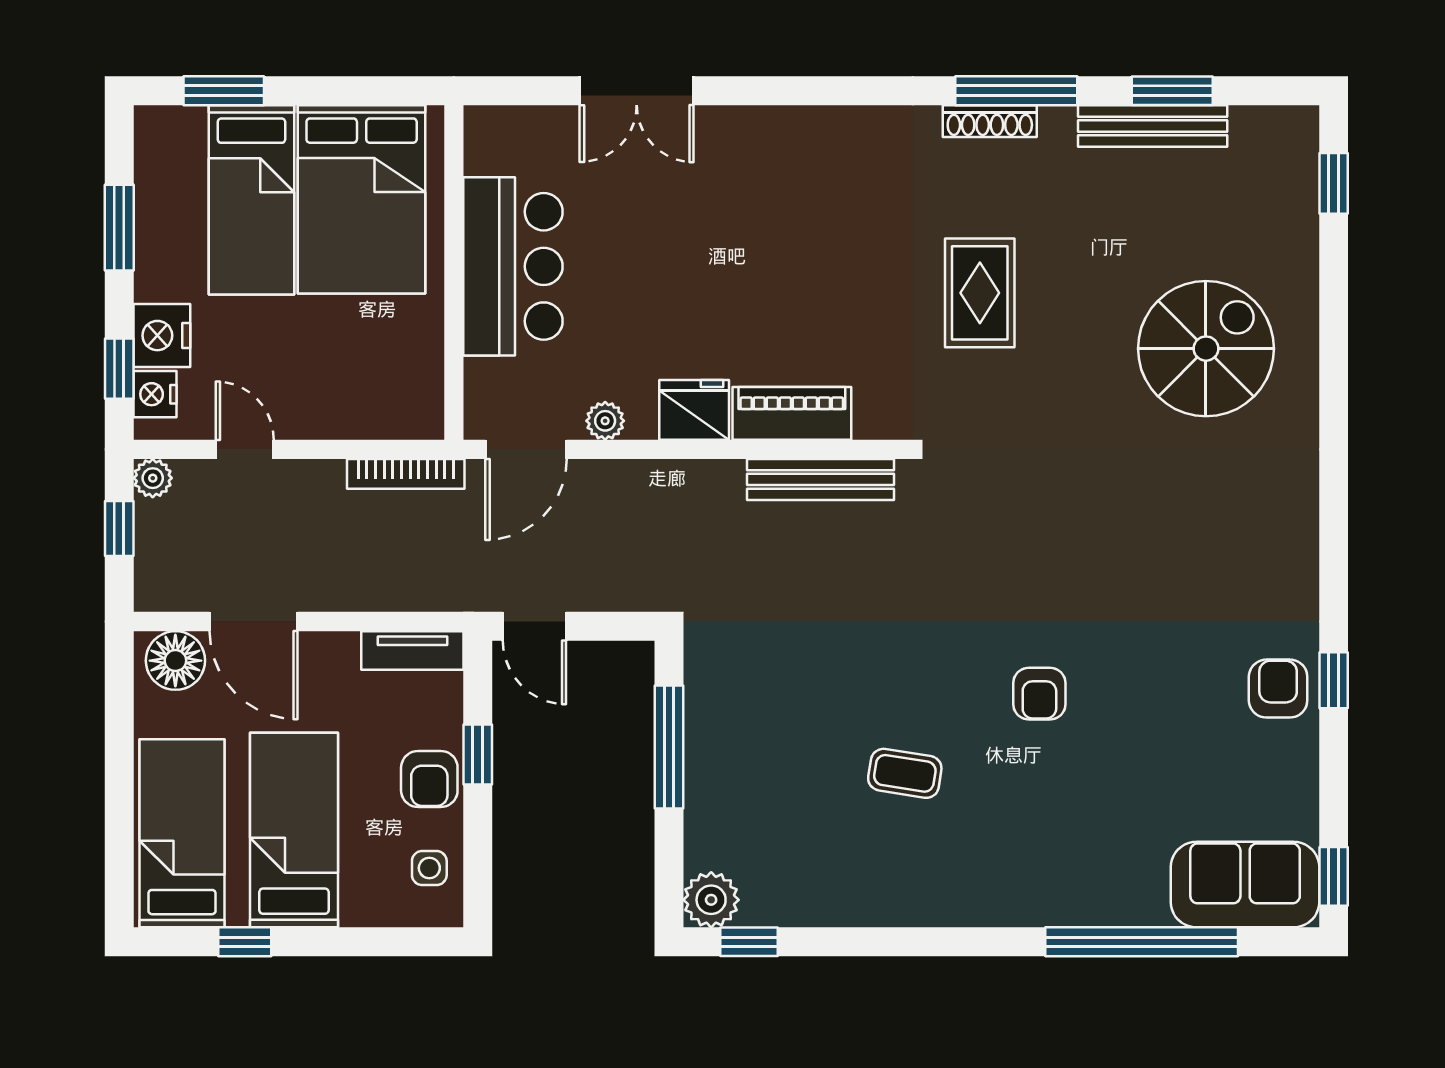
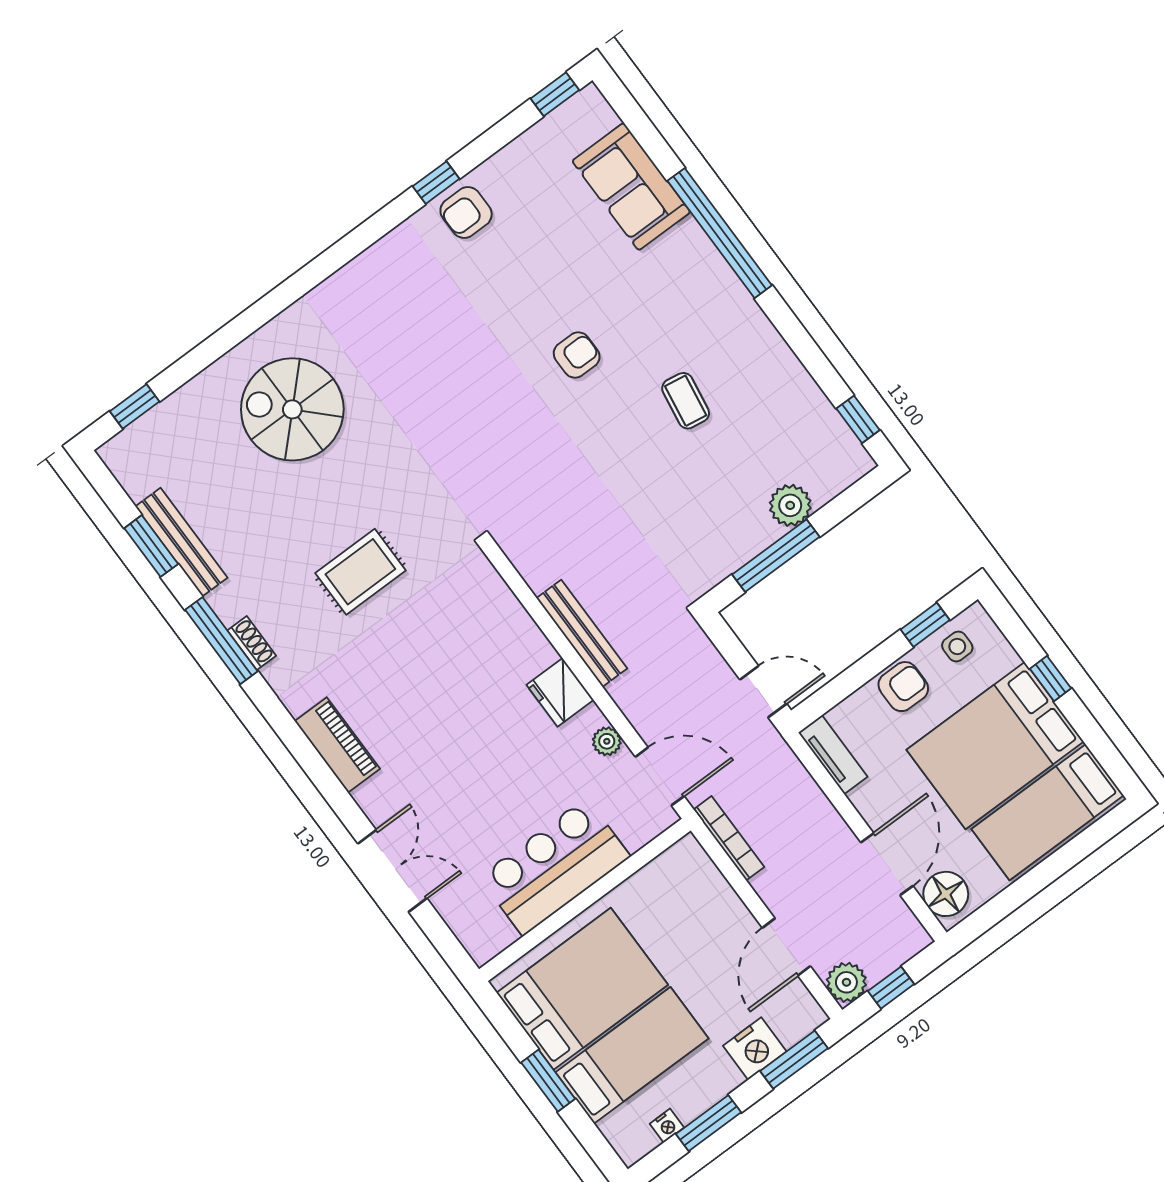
window: (224, 91) -> (548, 1081), moved
shoe rack: (990, 121) -> (252, 643), width x0.70
window: (119, 369) -> (794, 1060), width x1.50
nightstand: (155, 394) -> (667, 1126), moved, width x0.72, depth x0.74
piano: (792, 413) -> (337, 745), moved, turned 180
door: (245, 449) -> (786, 947), width x1.37
plant: (153, 478) -> (846, 982), width x1.38, depth x1.38
bench: (821, 479) -> (582, 633), moved
door: (534, 626) -> (763, 692), hinge flipped
window: (478, 754) -> (925, 625), moved
bed: (294, 830) -> (995, 746), width x1.50
sofa: (1245, 885) -> (631, 187), moved
plant: (711, 900) -> (790, 505), moved
window: (245, 942) -> (1050, 679), moved
window: (1142, 942) -> (720, 233), moved

